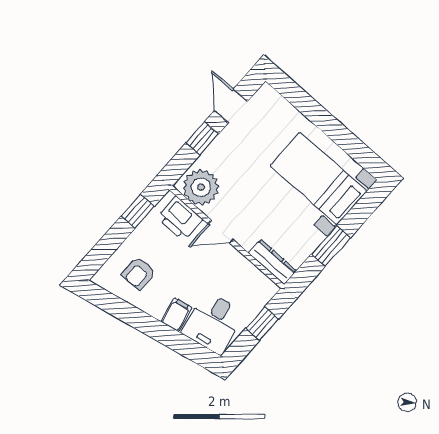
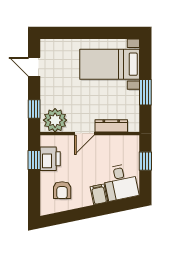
window: (202, 138) -> (34, 109), moved
printer: (180, 218) -> (50, 159), moved, turned -90
dresser: (272, 262) -> (111, 126), moved

